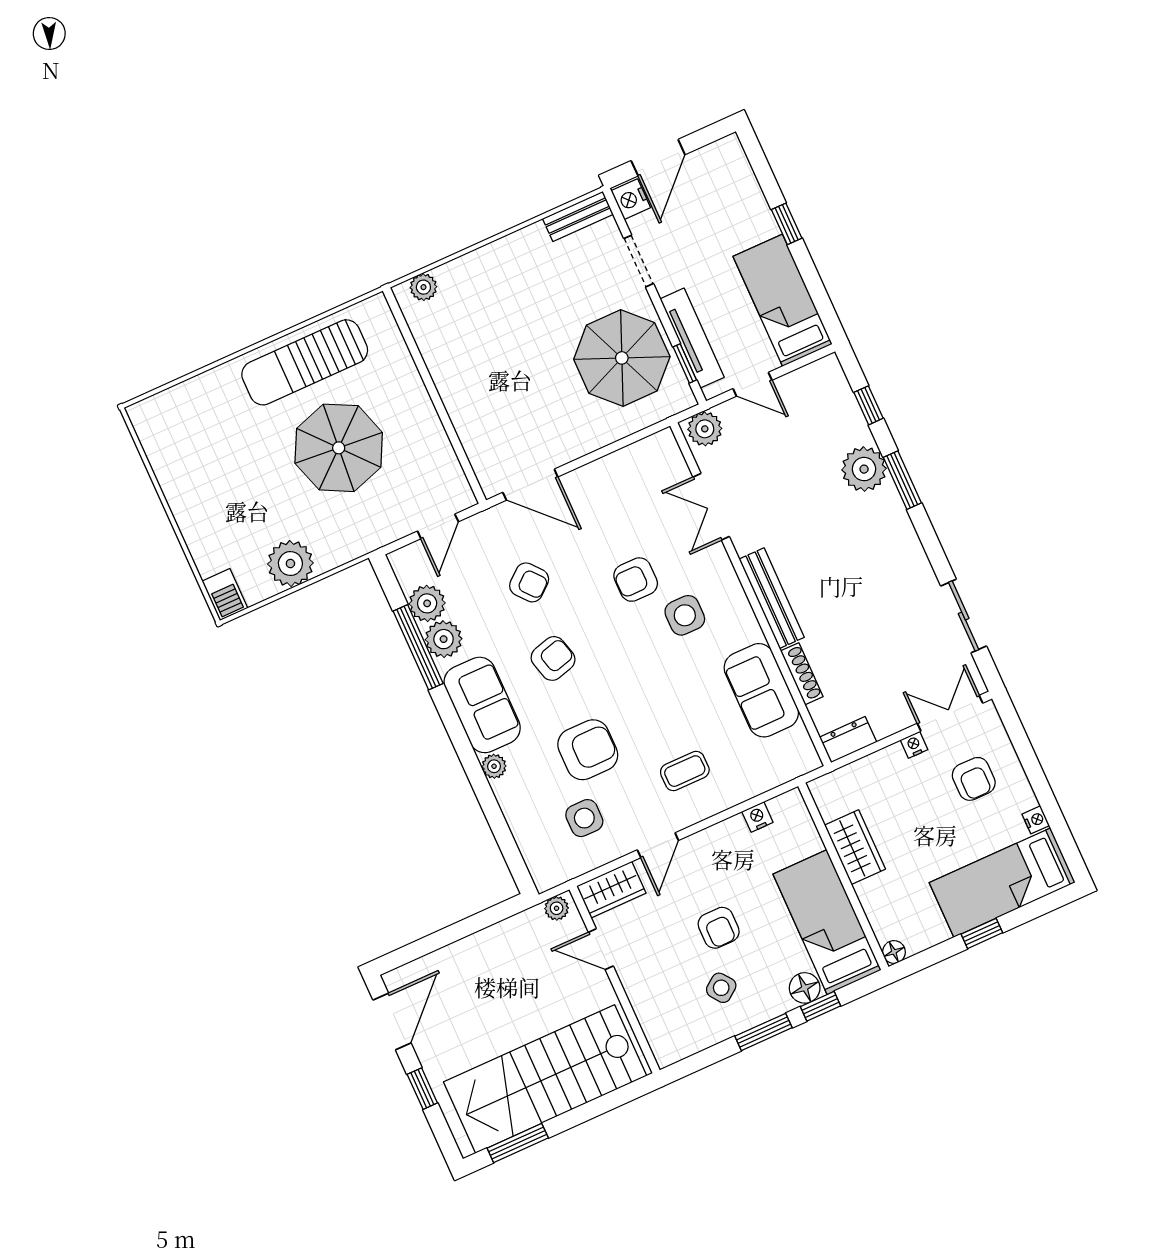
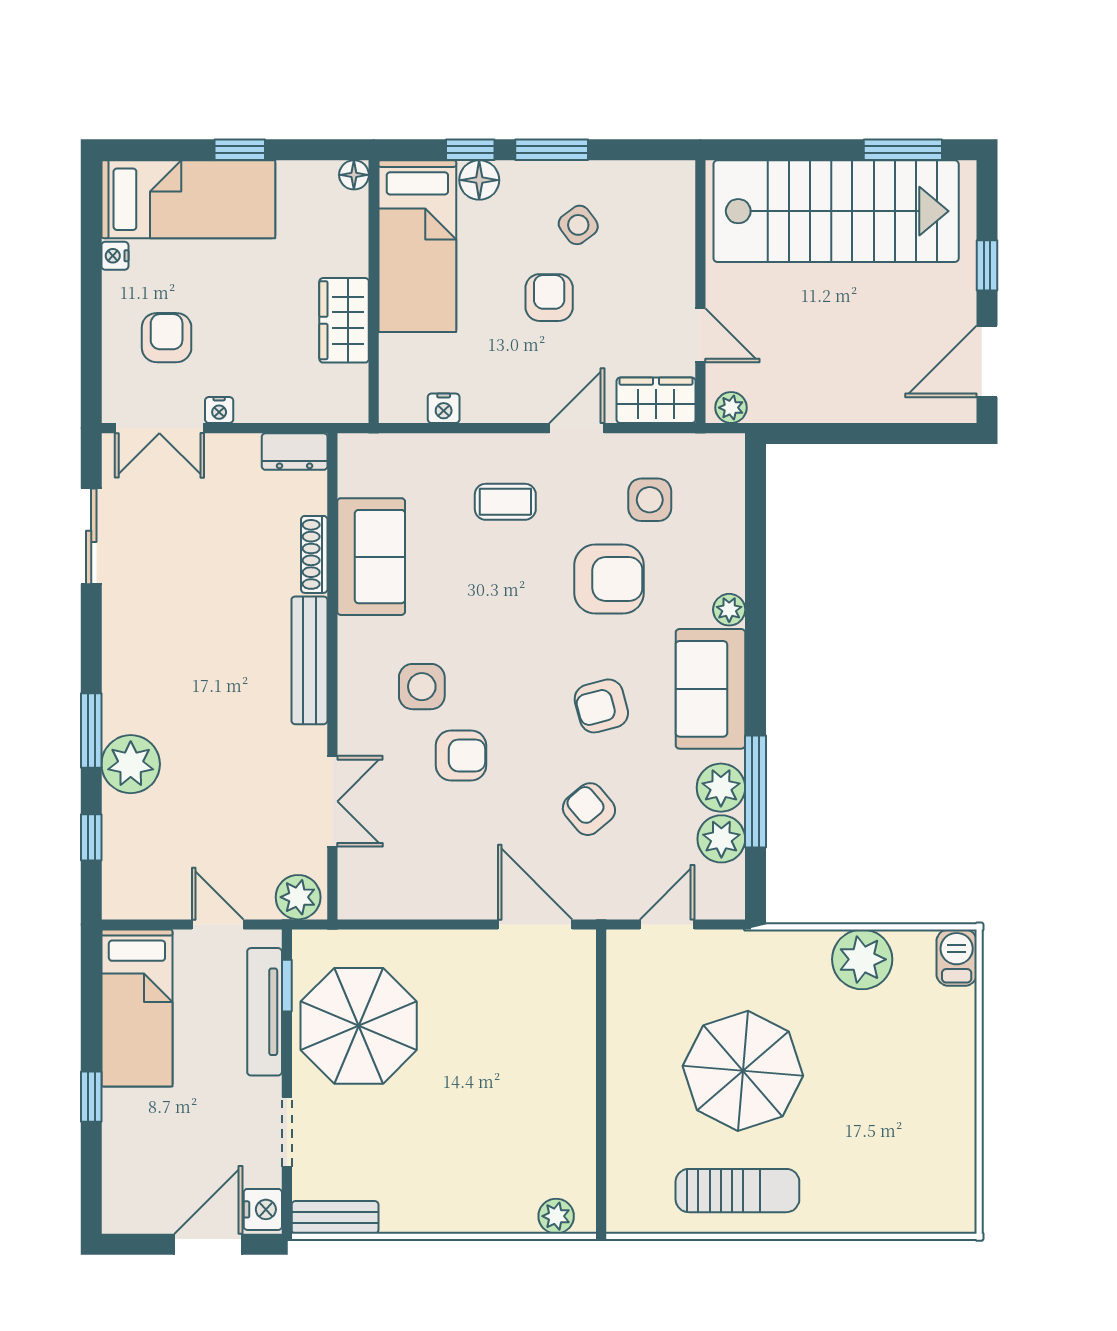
sun lounger: (305, 362) -> (737, 1191), width x0.73, depth x0.75
armchair: (588, 750) -> (609, 579), turned 180

